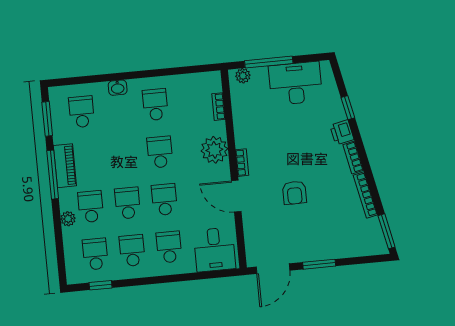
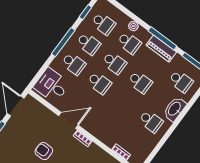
washbasin: (118, 88) -> (175, 109), width x1.91, depth x1.45
plant: (214, 150) -> (101, 130), removed
school desk: (160, 152) -> (140, 82), moved
window: (156, 280) -> (63, 42), added

